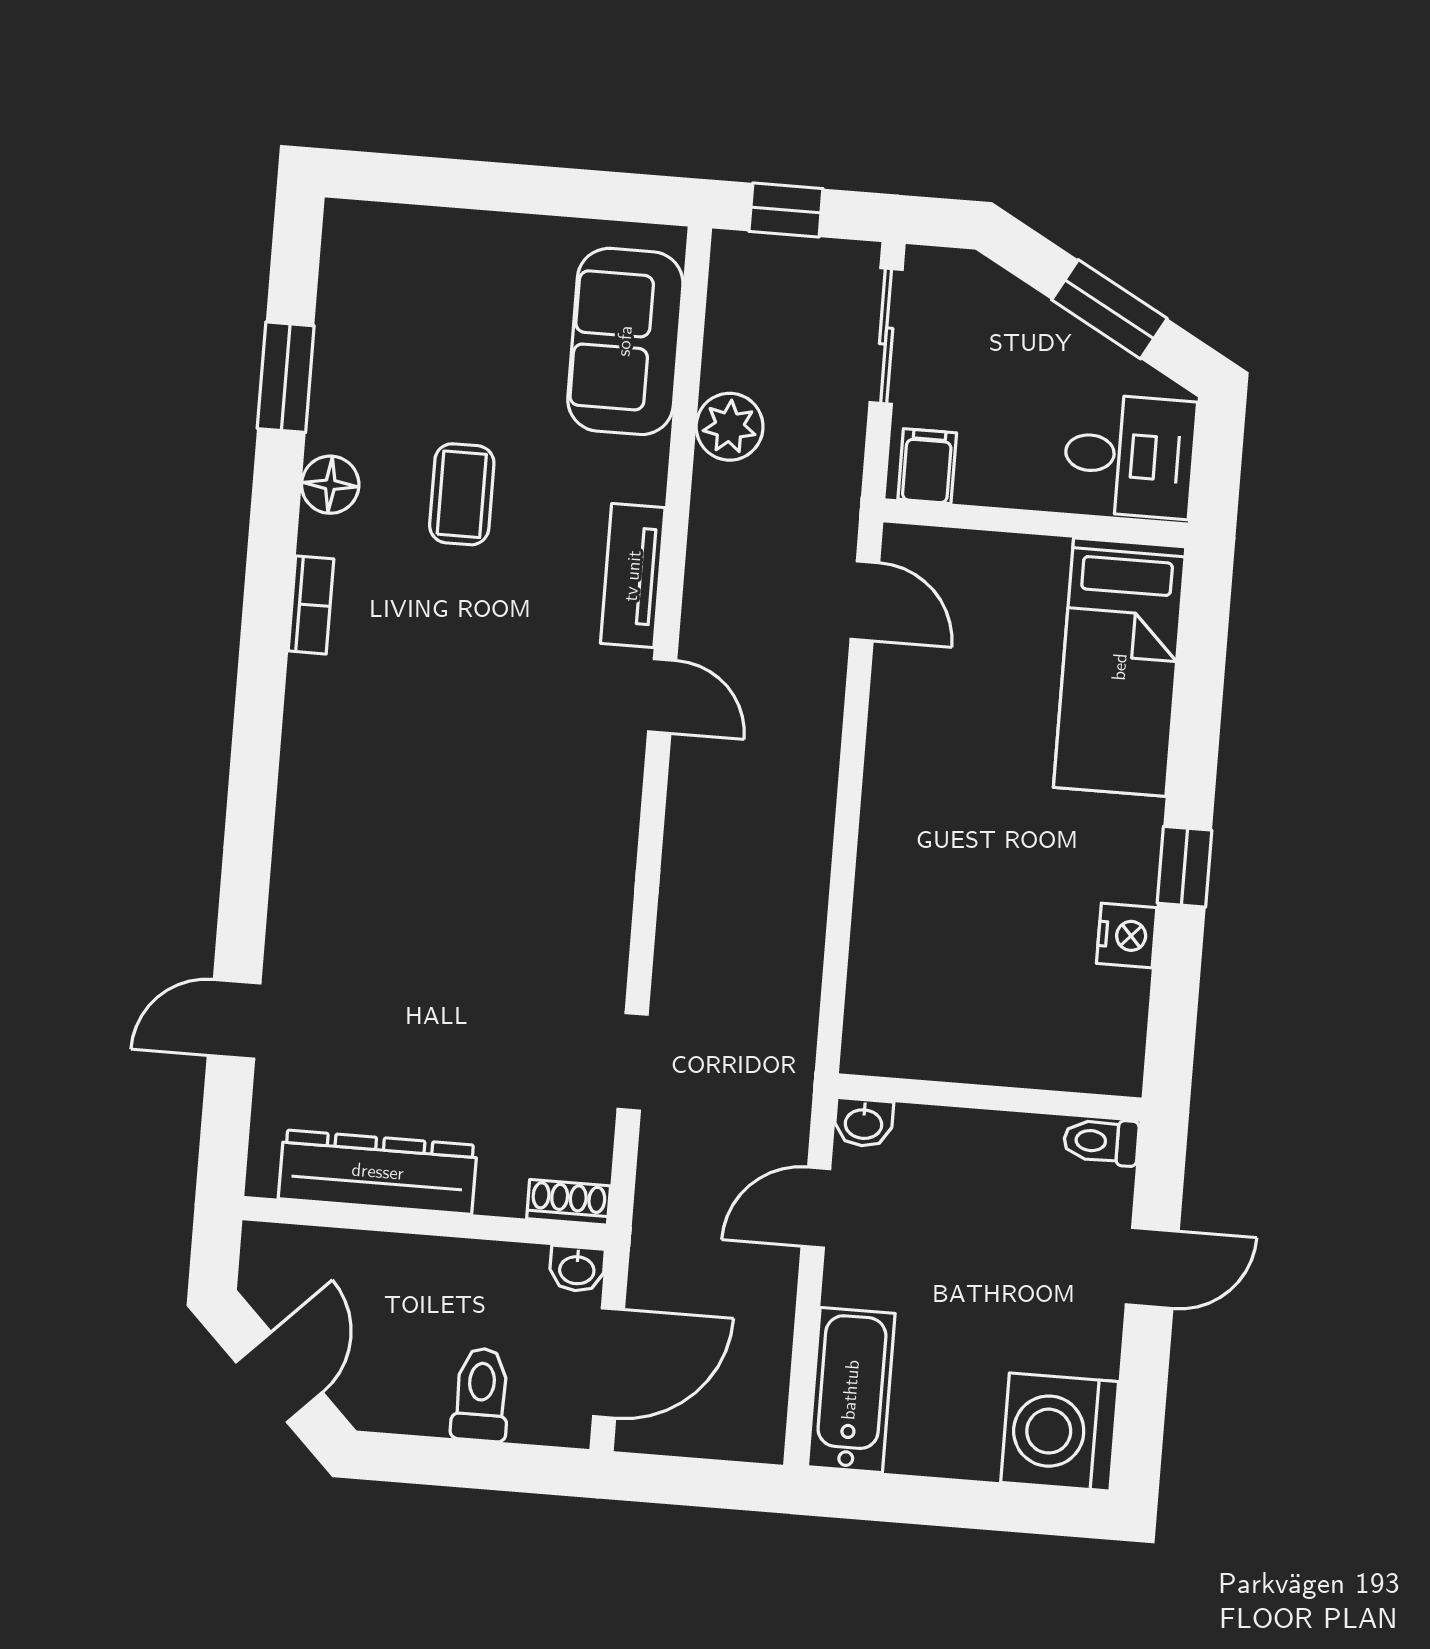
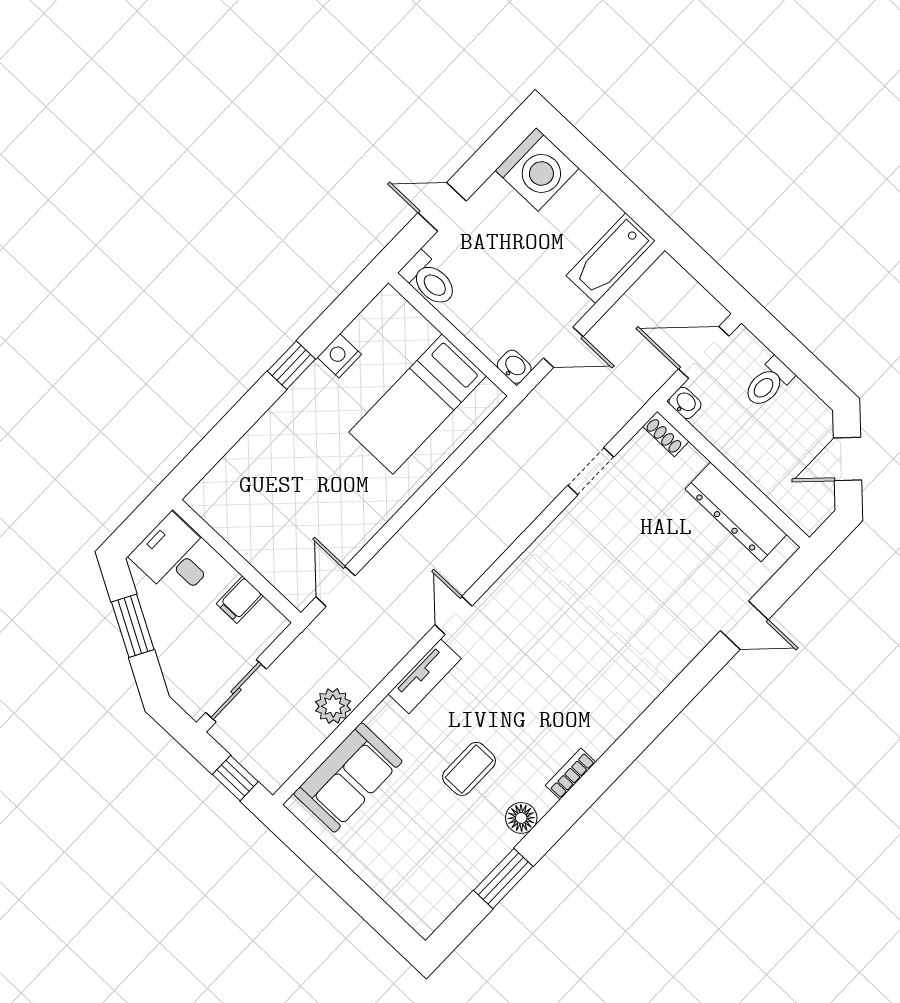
filing cabinet: (927, 466) -> (240, 600), moved
bed: (1120, 667) -> (418, 404), moved, turned 180
toilet: (1101, 1141) -> (429, 280), width x1.37, depth x1.39

